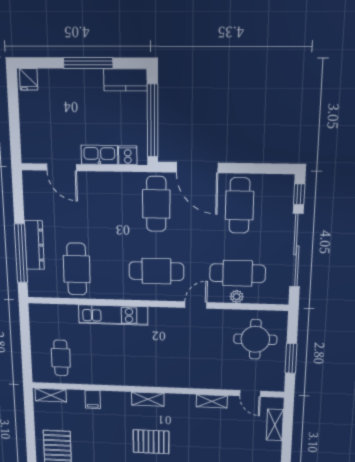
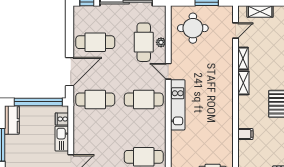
cafe table: (156, 271) -> (144, 100), turned 90
kitchen unit: (113, 315) -> (178, 105), moved
filing cabinet: (93, 399) -> (245, 134), moved
shelving: (148, 399) -> (243, 83), moved

